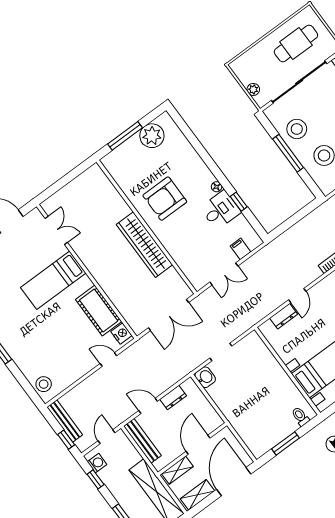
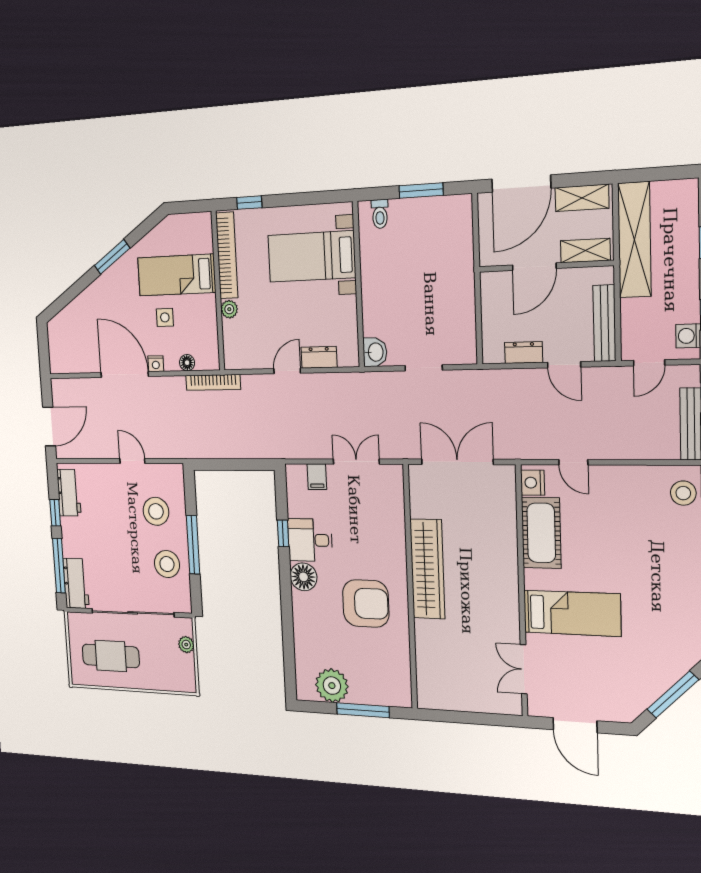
floor lamp: (217, 187) -> (303, 577), width x1.89, depth x1.89
washbasin: (205, 377) -> (375, 352), moved, turned 180

